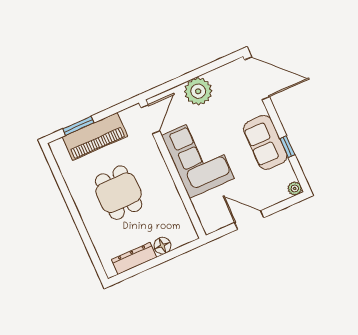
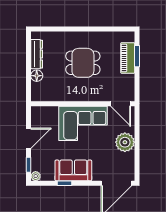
piano: (95, 136) -> (128, 58), width x0.73, depth x0.75
window: (284, 204) -> (28, 165), added

